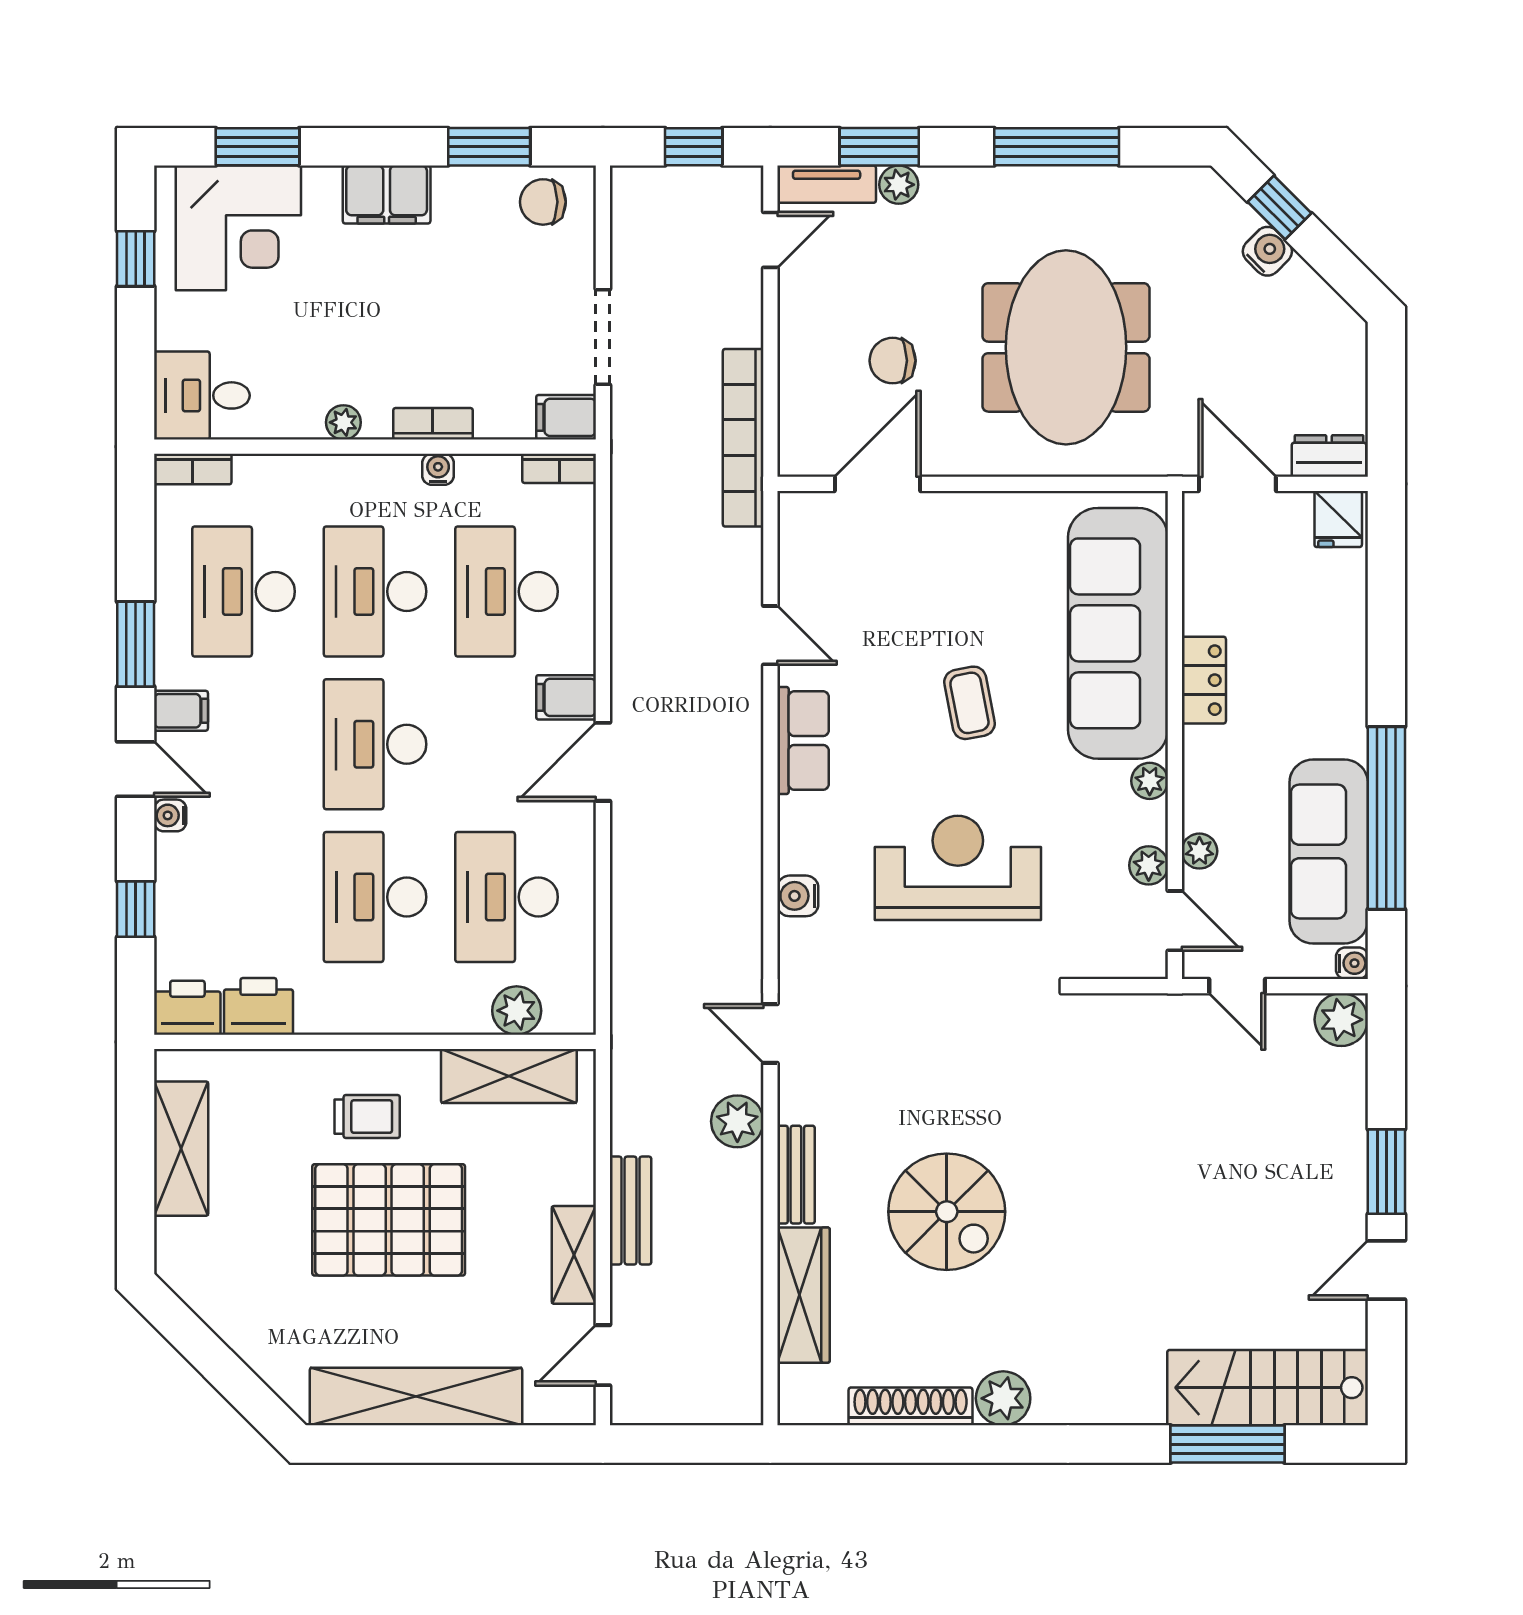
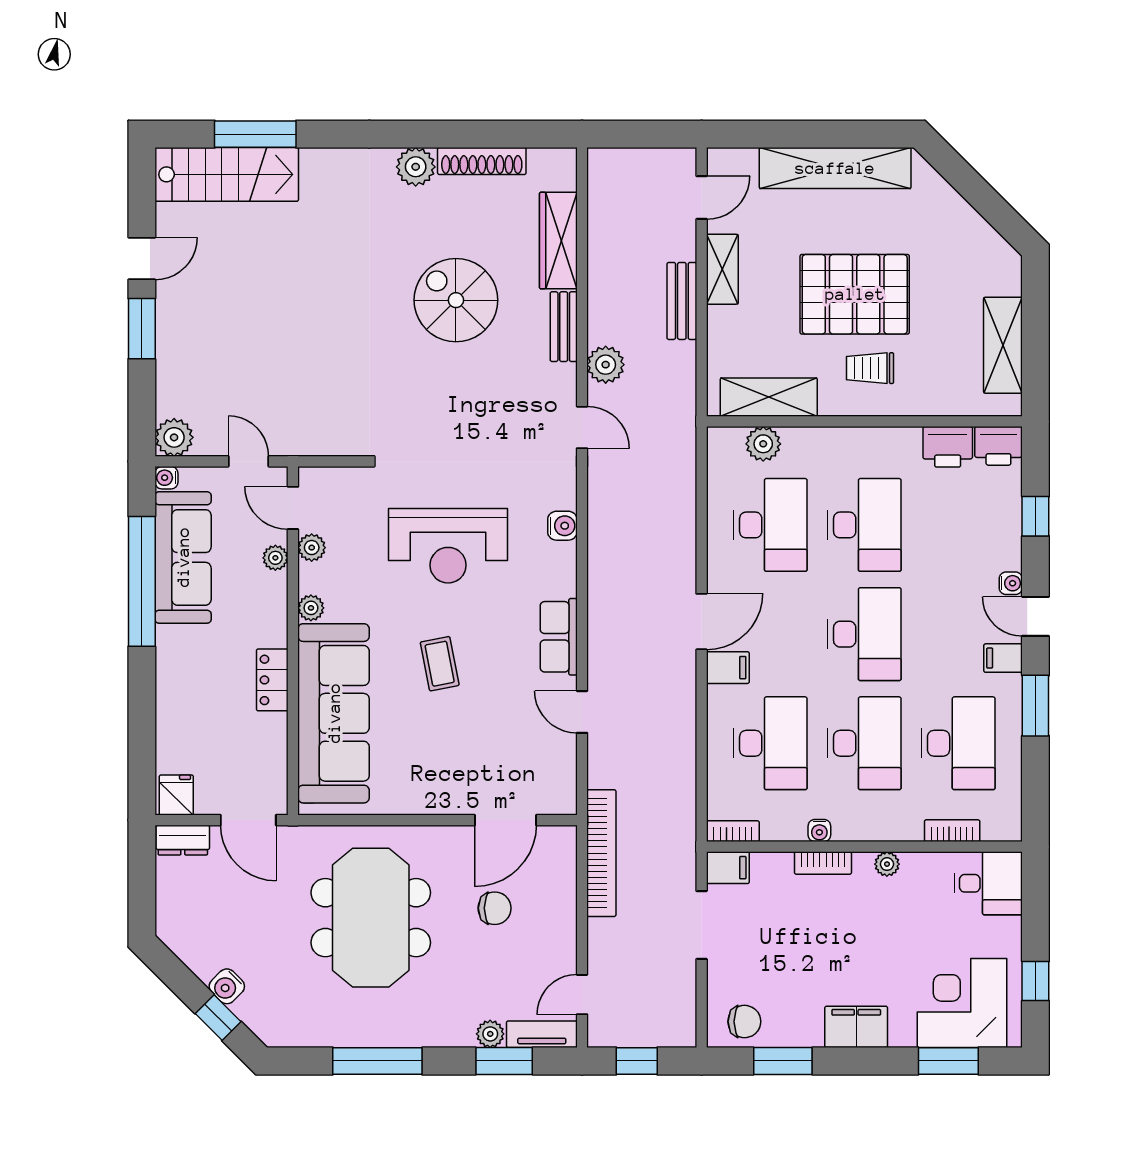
bookcase: (193, 469) -> (952, 831), moved

